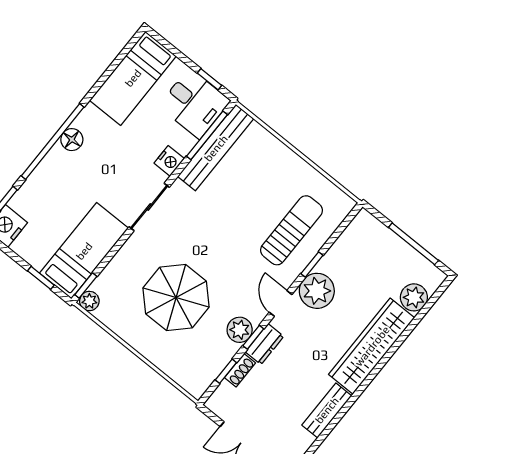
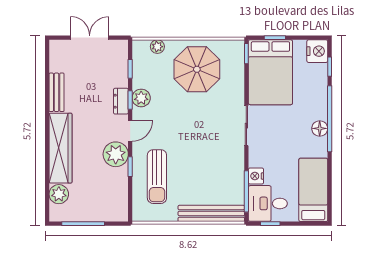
bench: (216, 148) -> (211, 213), moved, turned 90
nightstand: (169, 161) -> (256, 176), moved
bed: (84, 251) -> (270, 72), width x1.50
parasol: (176, 298) -> (197, 69), moved
plant: (89, 301) -> (157, 47), moved
door: (281, 303) -> (130, 131), hinge flipped
shoe rack: (240, 370) -> (123, 76), removed

